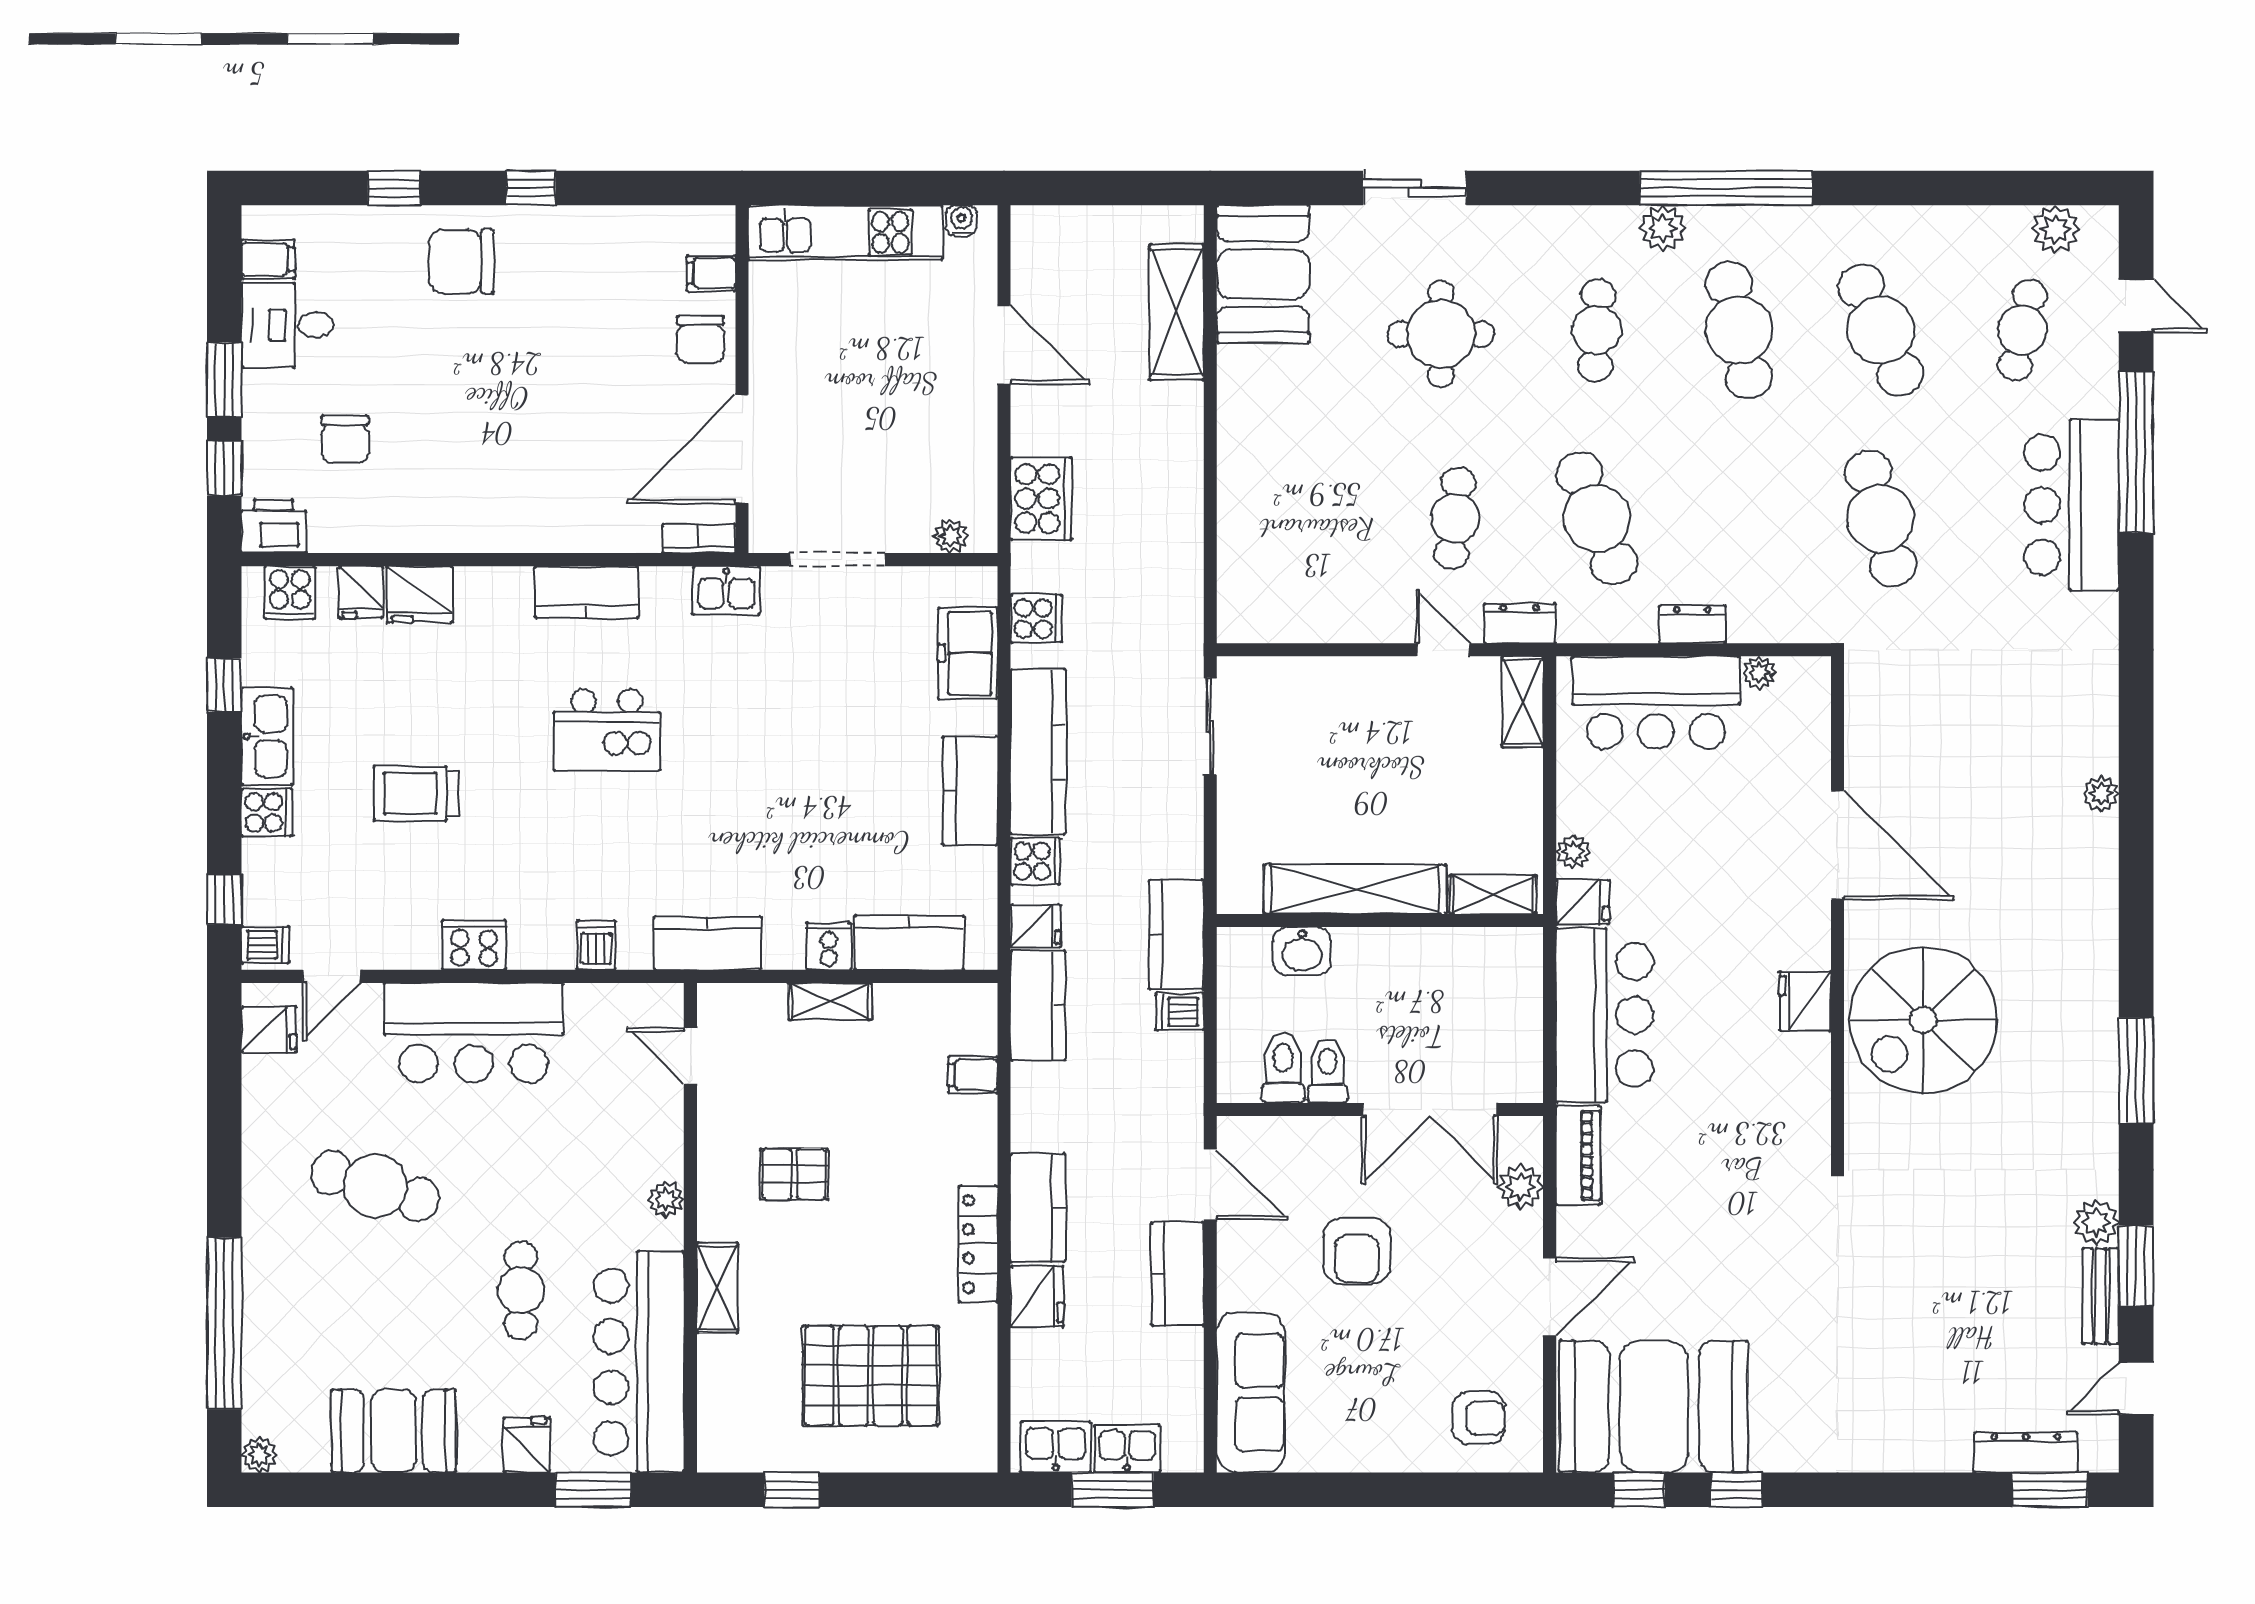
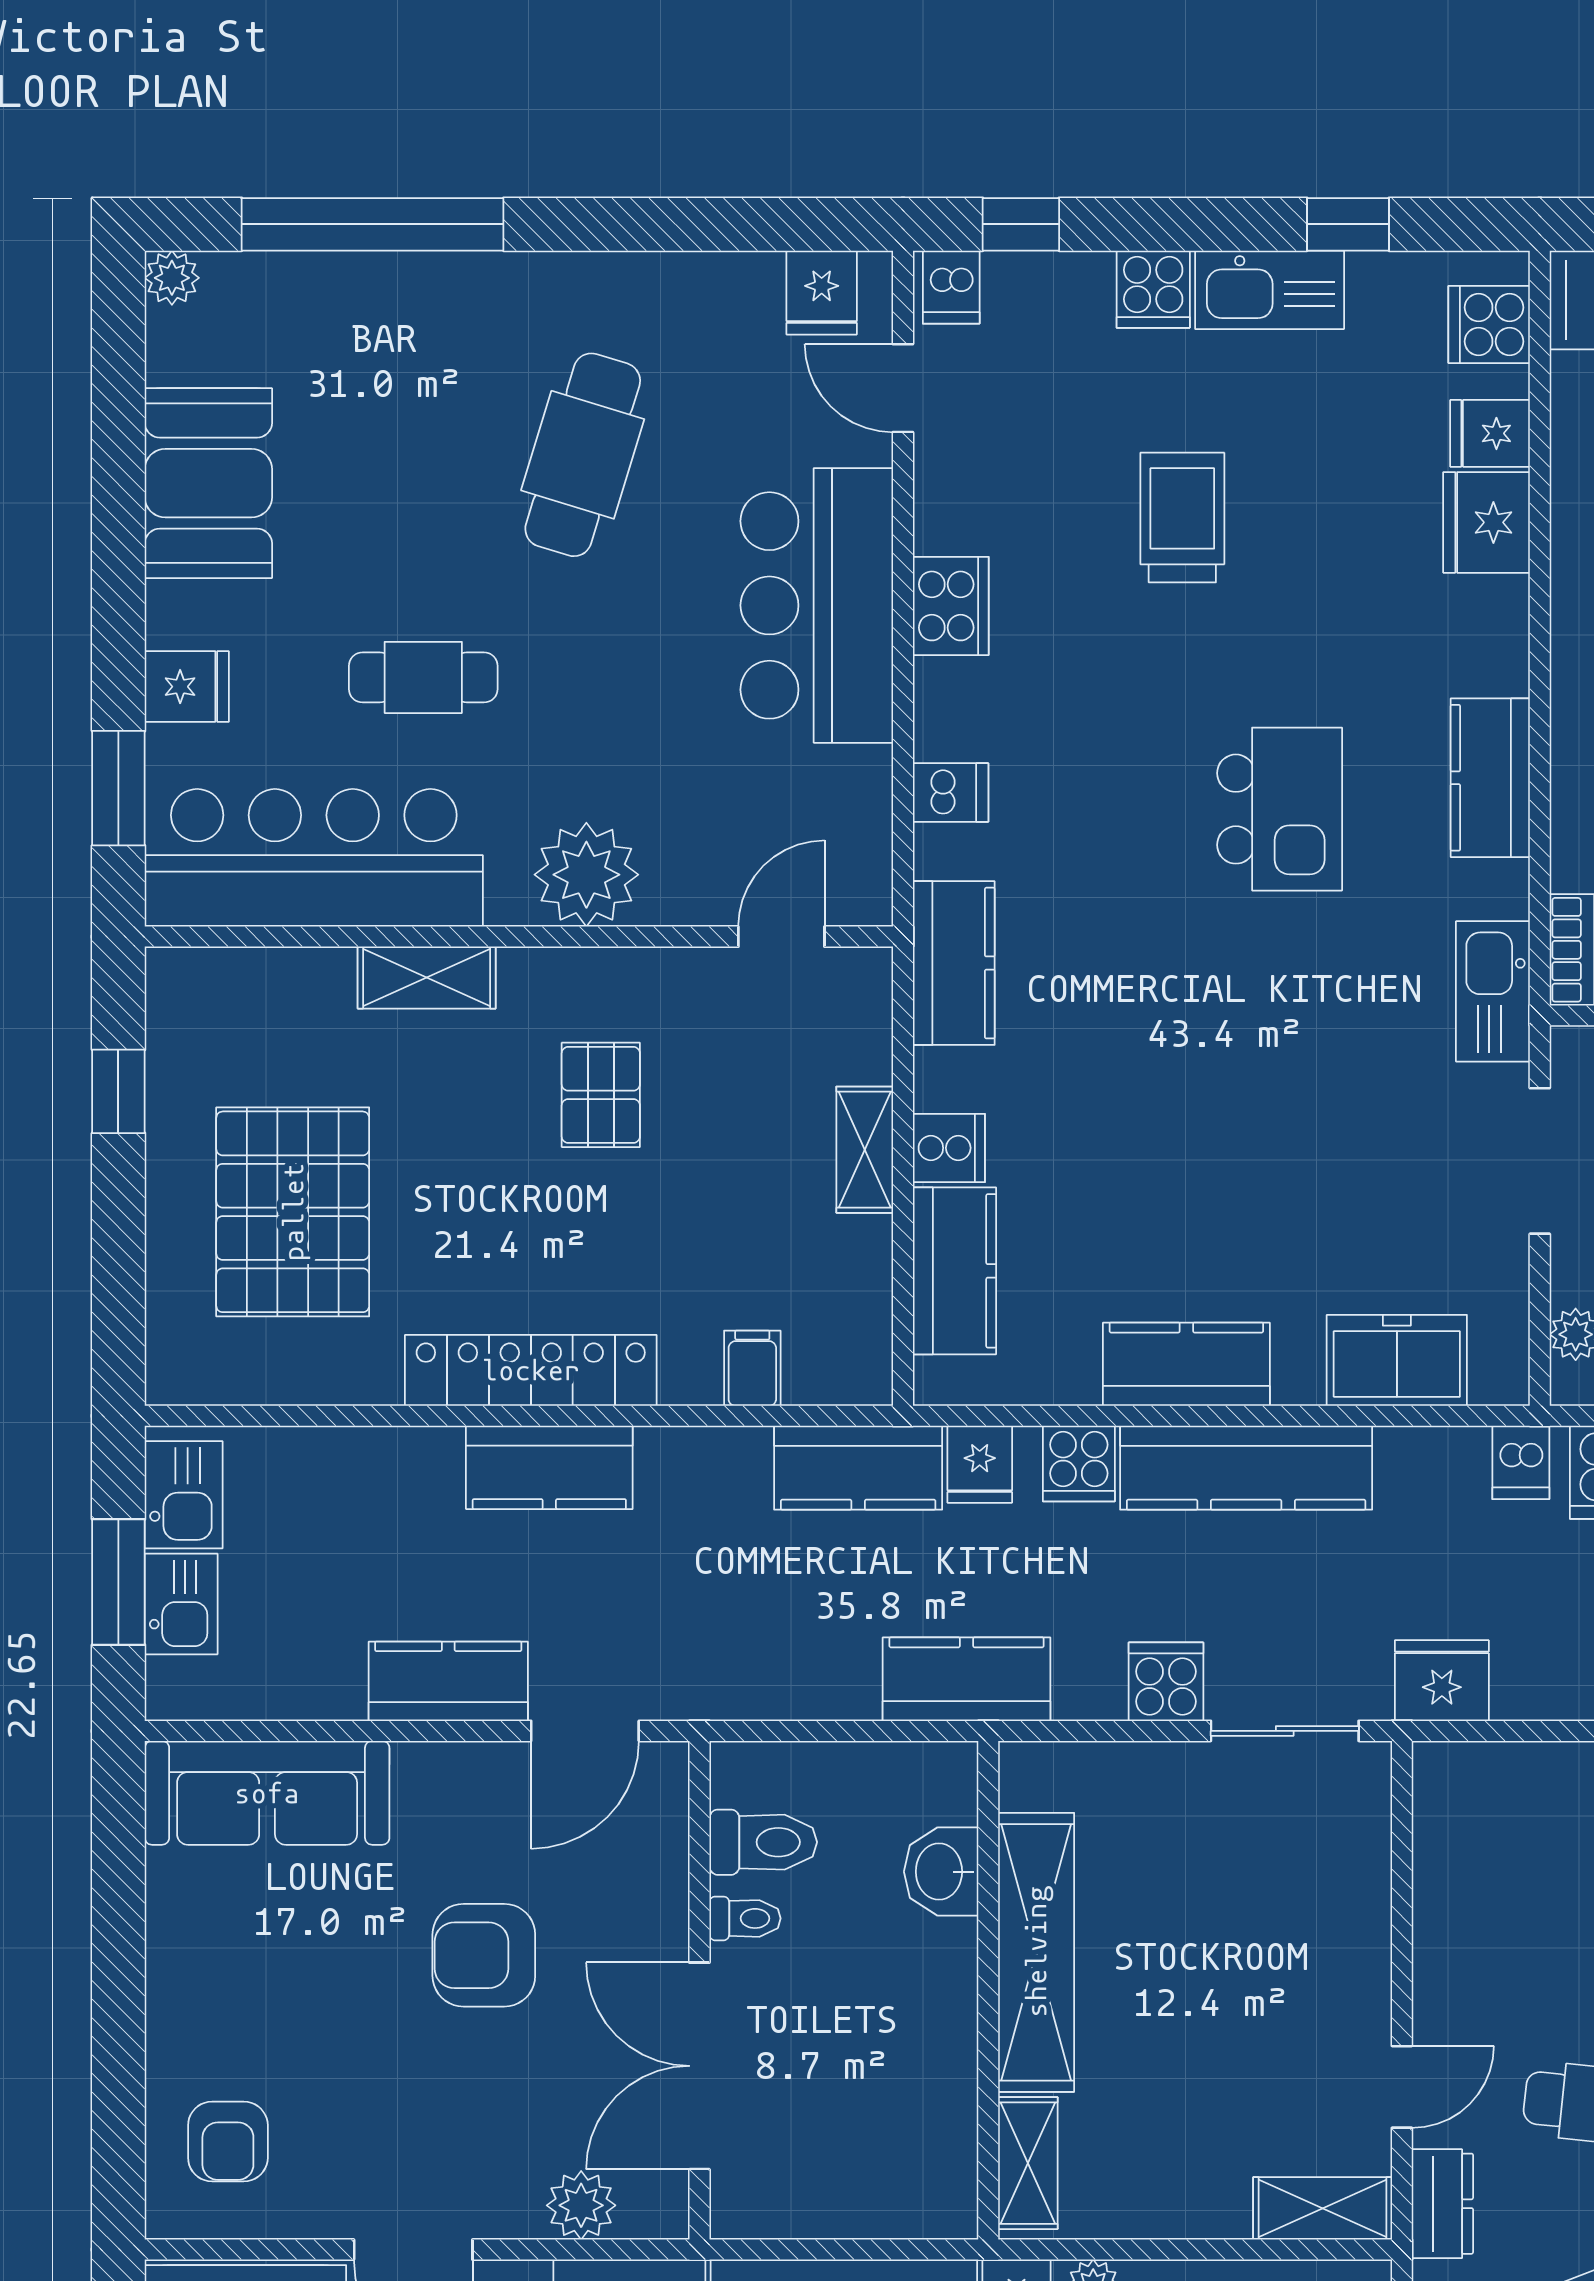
kitchen sink: (726, 590) -> (1493, 991), width x1.38
cooker: (1036, 619) -> (1166, 1682), moved, turned 180
kitchen island: (607, 730) -> (1280, 809), turned 180
dishwasher: (1180, 1012) -> (1521, 1462), moved, turned 180
toilet: (1328, 1071) -> (745, 1918), width x0.73, depth x0.72
plant: (666, 1199) -> (586, 875), width x1.88, depth x1.88
locker: (978, 1244) -> (531, 1370), width x1.41, depth x1.21
fridge: (1037, 1296) -> (1442, 1681), moved, turned 180

